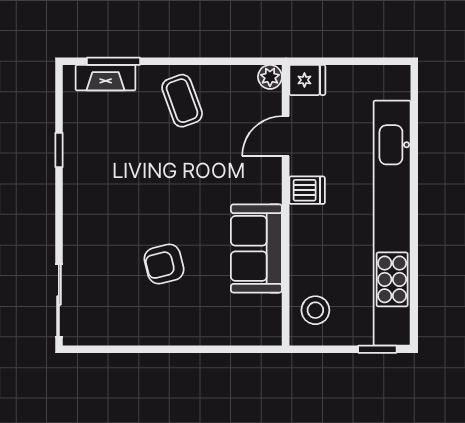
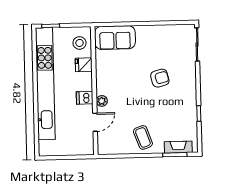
plant: (270, 77) -> (102, 101), moved
fridge: (307, 80) -> (84, 65), moved
sofa: (256, 248) -> (115, 38), moved, turned 90
armchair: (164, 264) -> (160, 78), moved

